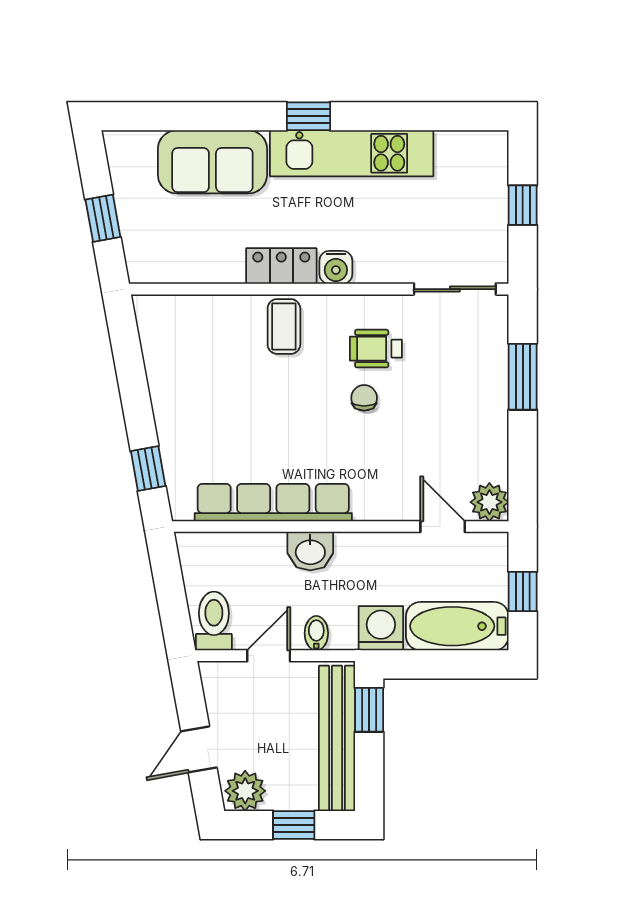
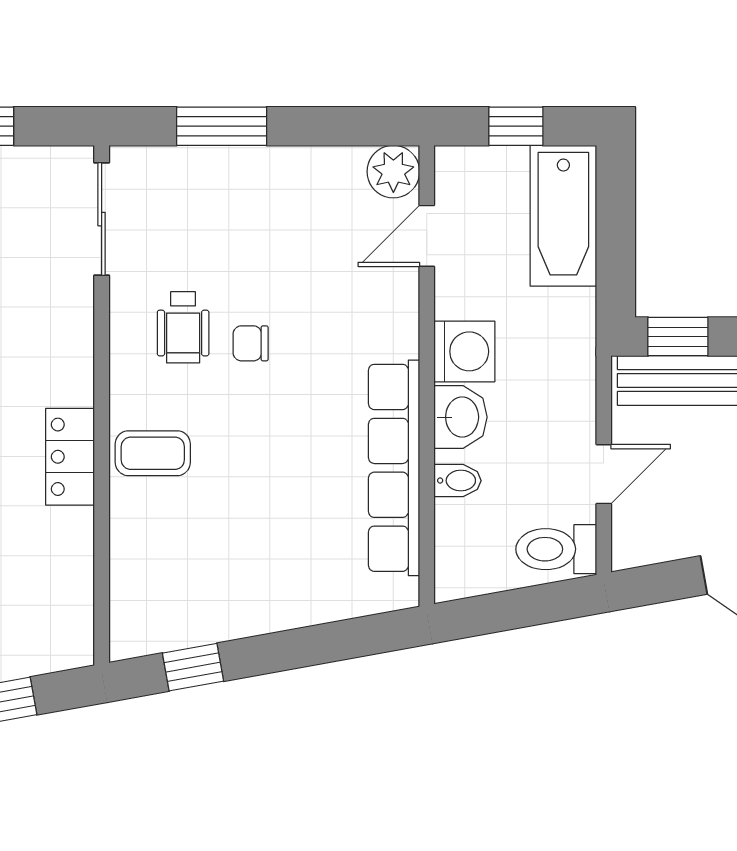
water cooler: (336, 267) -> (72, 382), removed
window: (148, 469) -> (193, 667), moved
washing machine: (381, 628) -> (464, 351), moved, turned 180
bidet: (316, 633) -> (458, 481), moved, turned 180
door: (269, 656) -> (604, 474), swing flipped

